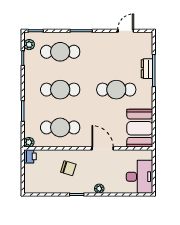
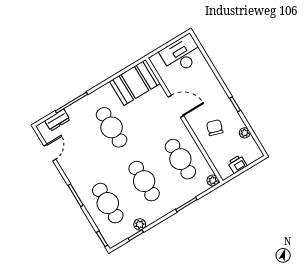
door: (126, 31) -> (50, 153), swing flipped
plant: (29, 45) -> (140, 224), moved
dresser: (147, 69) -> (57, 120), moved
door: (103, 148) -> (176, 106), swing flipped
printer: (30, 156) -> (237, 164), moved
plant: (99, 189) -> (245, 133), moved

